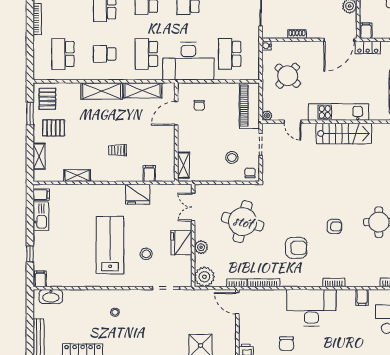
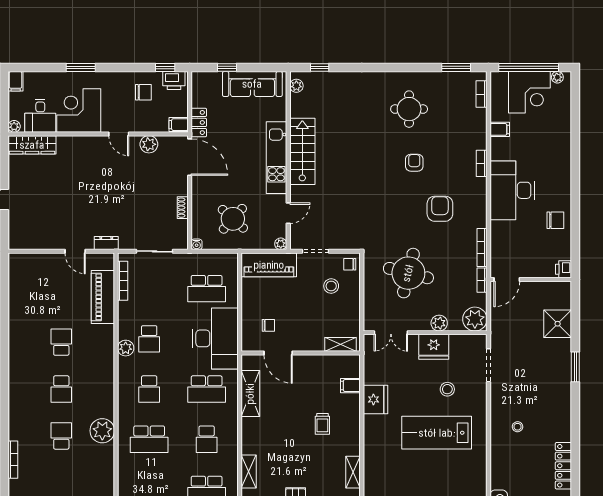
shelving: (102, 91) -> (249, 471), moved, width x0.67, depth x0.75

